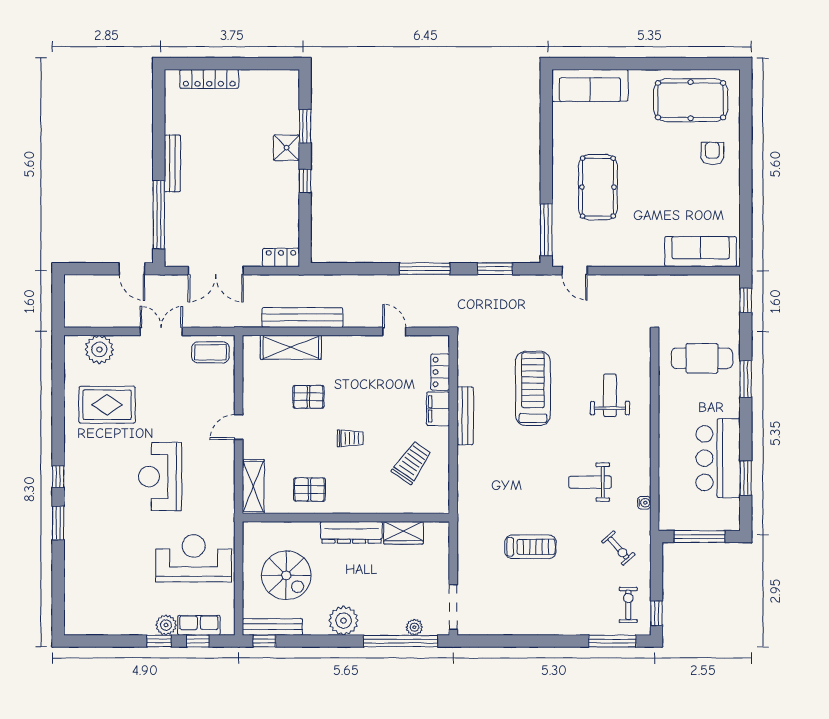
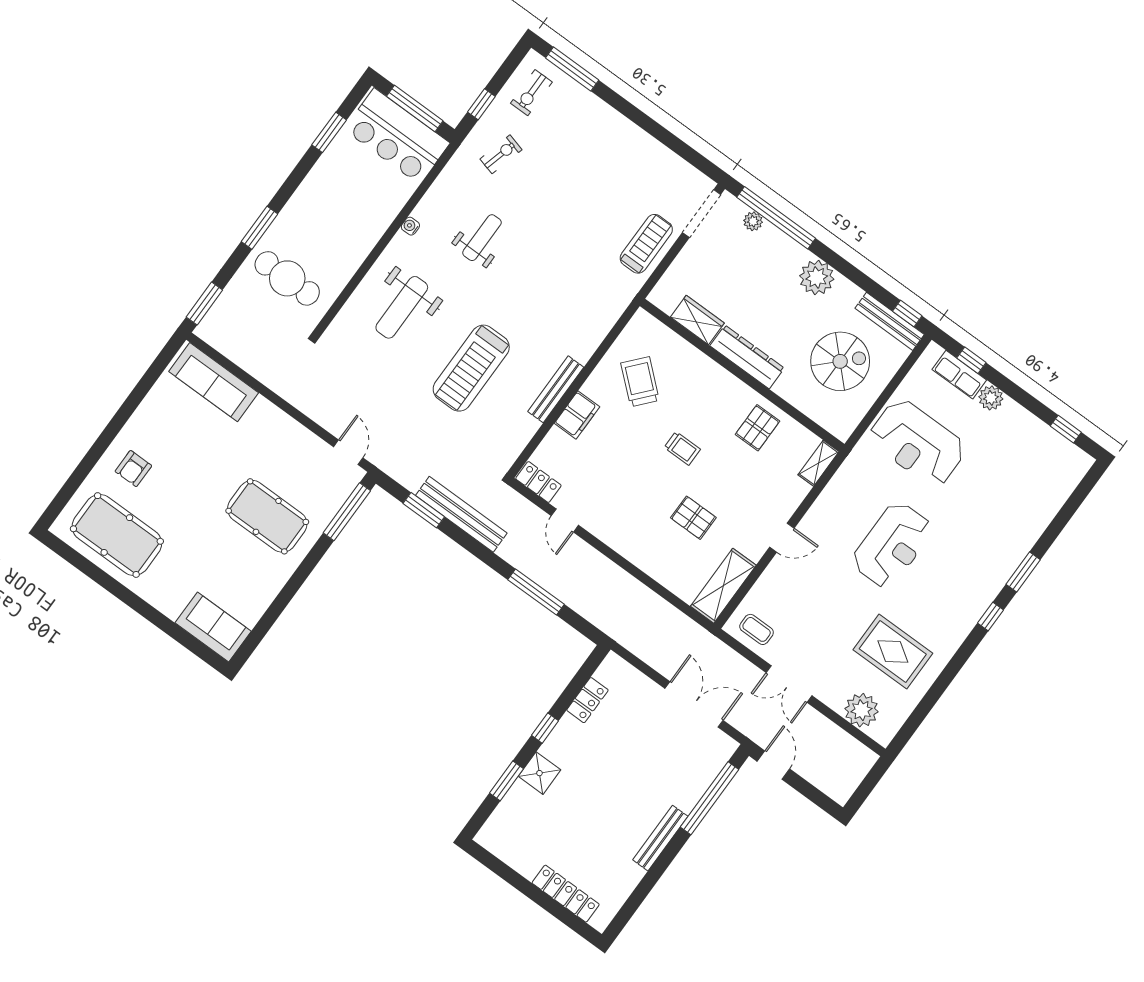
sofa: (590, 85) -> (213, 627), width x0.73
pool table: (598, 187) -> (267, 516), turned 90
locker: (281, 258) -> (587, 700), moved, turned -90
window: (425, 269) -> (536, 592), moved
window: (746, 300) -> (204, 304), width x1.50
bench: (302, 318) -> (461, 514), moved
shelving: (291, 347) -> (723, 586), moved, turned 90
coffee table: (210, 352) -> (757, 629), width x0.73, depth x0.77
locker: (440, 372) -> (538, 482), moved, turned -90
weight bench: (610, 395) -> (402, 307), width x1.36, depth x1.33
trolley: (350, 438) -> (682, 448), turned 180
bar counter: (718, 458) -> (397, 136), moved, turned 90
trolley: (412, 463) -> (640, 382), turned 96
weight bench: (590, 482) -> (482, 238), turned -90
shelving: (253, 487) -> (819, 463), width x0.67, depth x0.75
pallet: (309, 490) -> (757, 428), turned 90
water cooler: (644, 503) -> (410, 226), moved
treadmill: (530, 547) -> (646, 244), moved, turned 90
exercise bike: (618, 548) -> (501, 154), turned 57
spiral stairs: (286, 575) -> (840, 361), turned 90
window: (656, 613) -> (481, 104), moved
window: (159, 641) -> (1066, 429), moved

